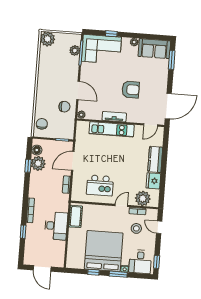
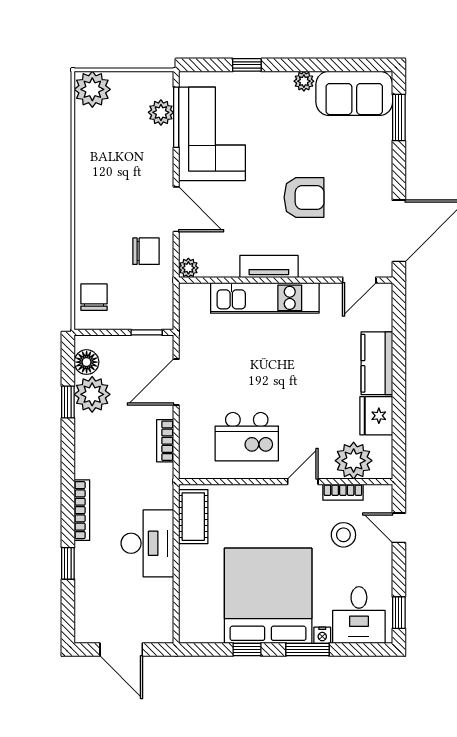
corner sofa: (101, 49) -> (212, 134), moved, turned -90

